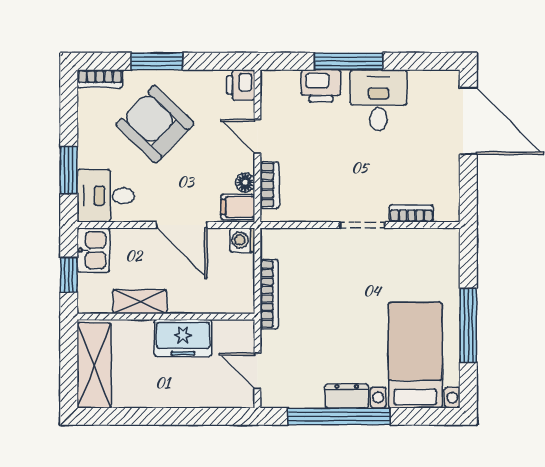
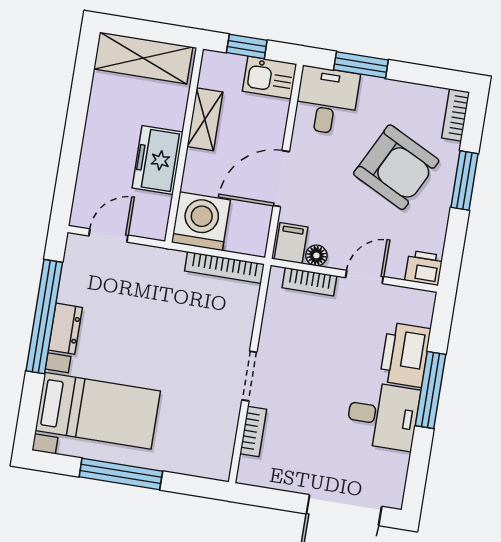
printer: (321, 86) -> (405, 355), width x1.37, depth x1.19
armchair: (155, 124) -> (396, 167), turned 73
washing machine: (242, 240) -> (201, 221), moved, width x1.89, depth x1.89
bookcase: (269, 294) -> (224, 268), moved

